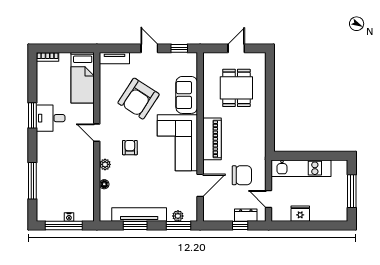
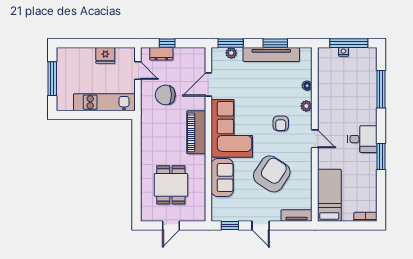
desk: (51, 118) -> (362, 139), moved

